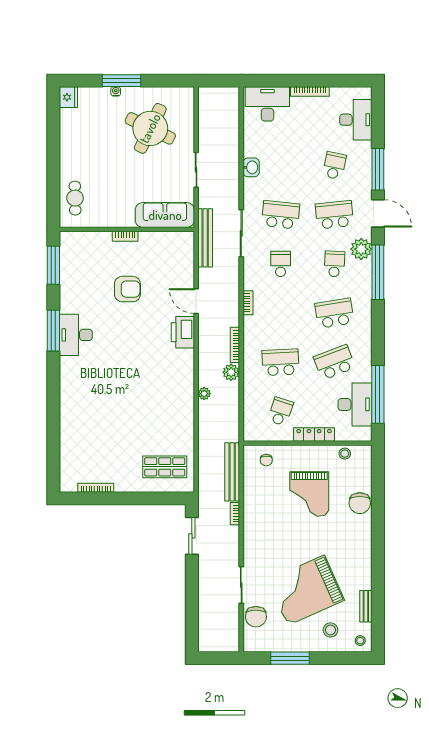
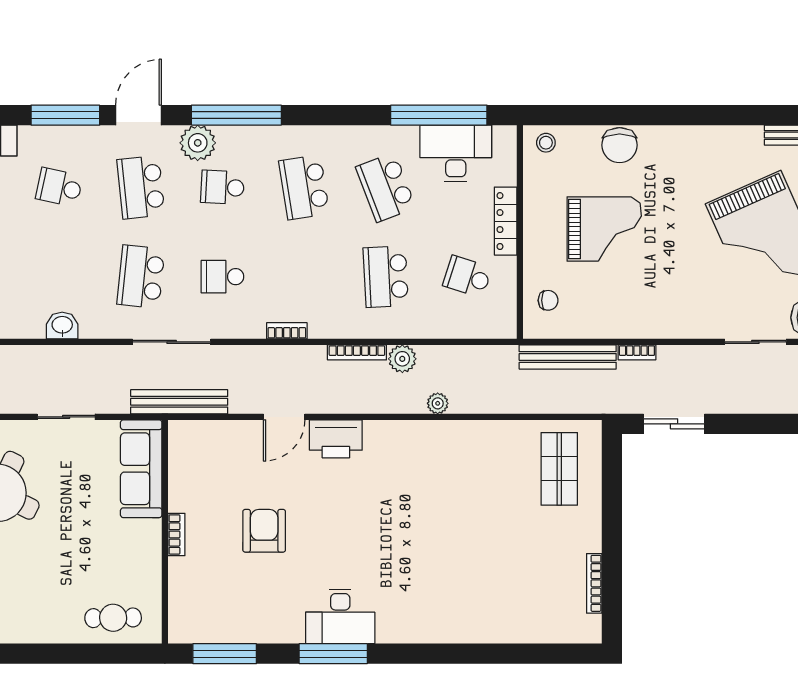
stool: (345, 454) -> (546, 143), moved
chair: (360, 503) -> (620, 145), turned 90

